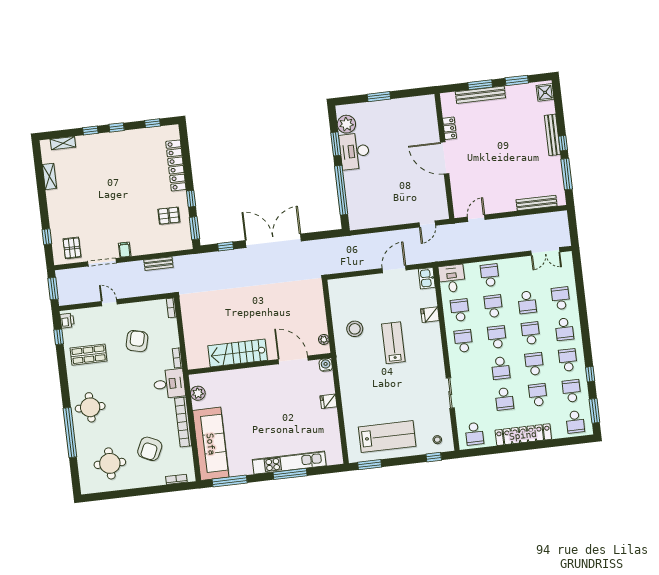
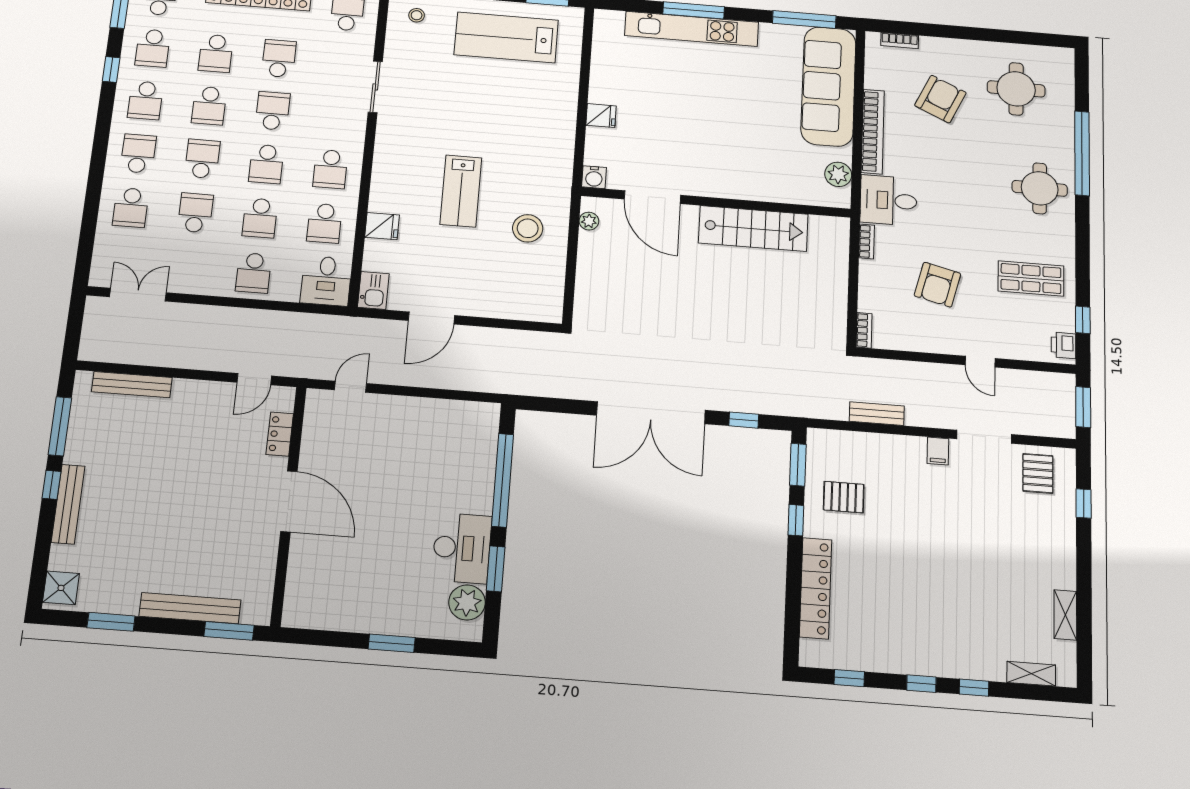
window: (480, 85) -> (229, 631), moved
locker: (450, 128) -> (280, 434), moved
school desk: (531, 333) -> (202, 159), turned 180

